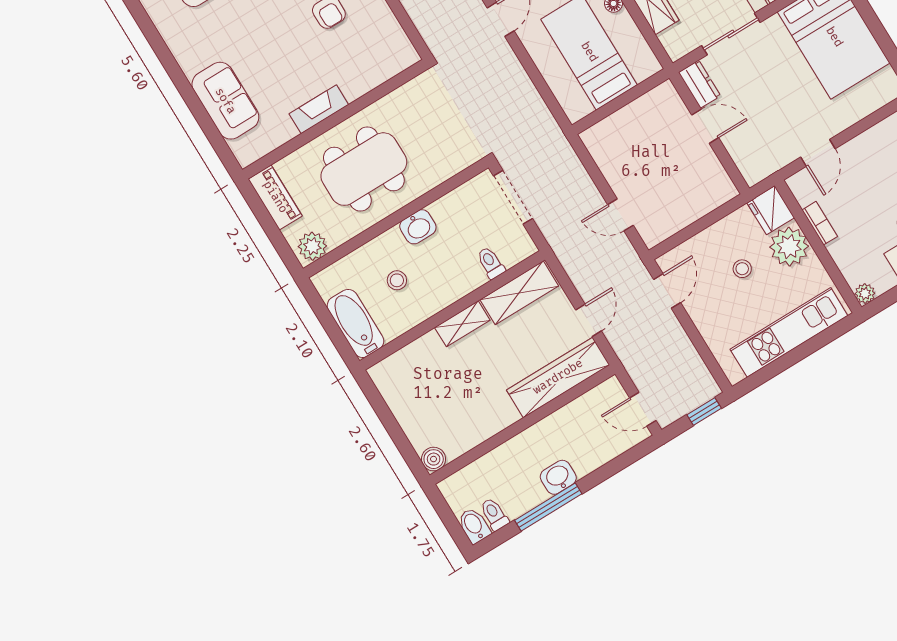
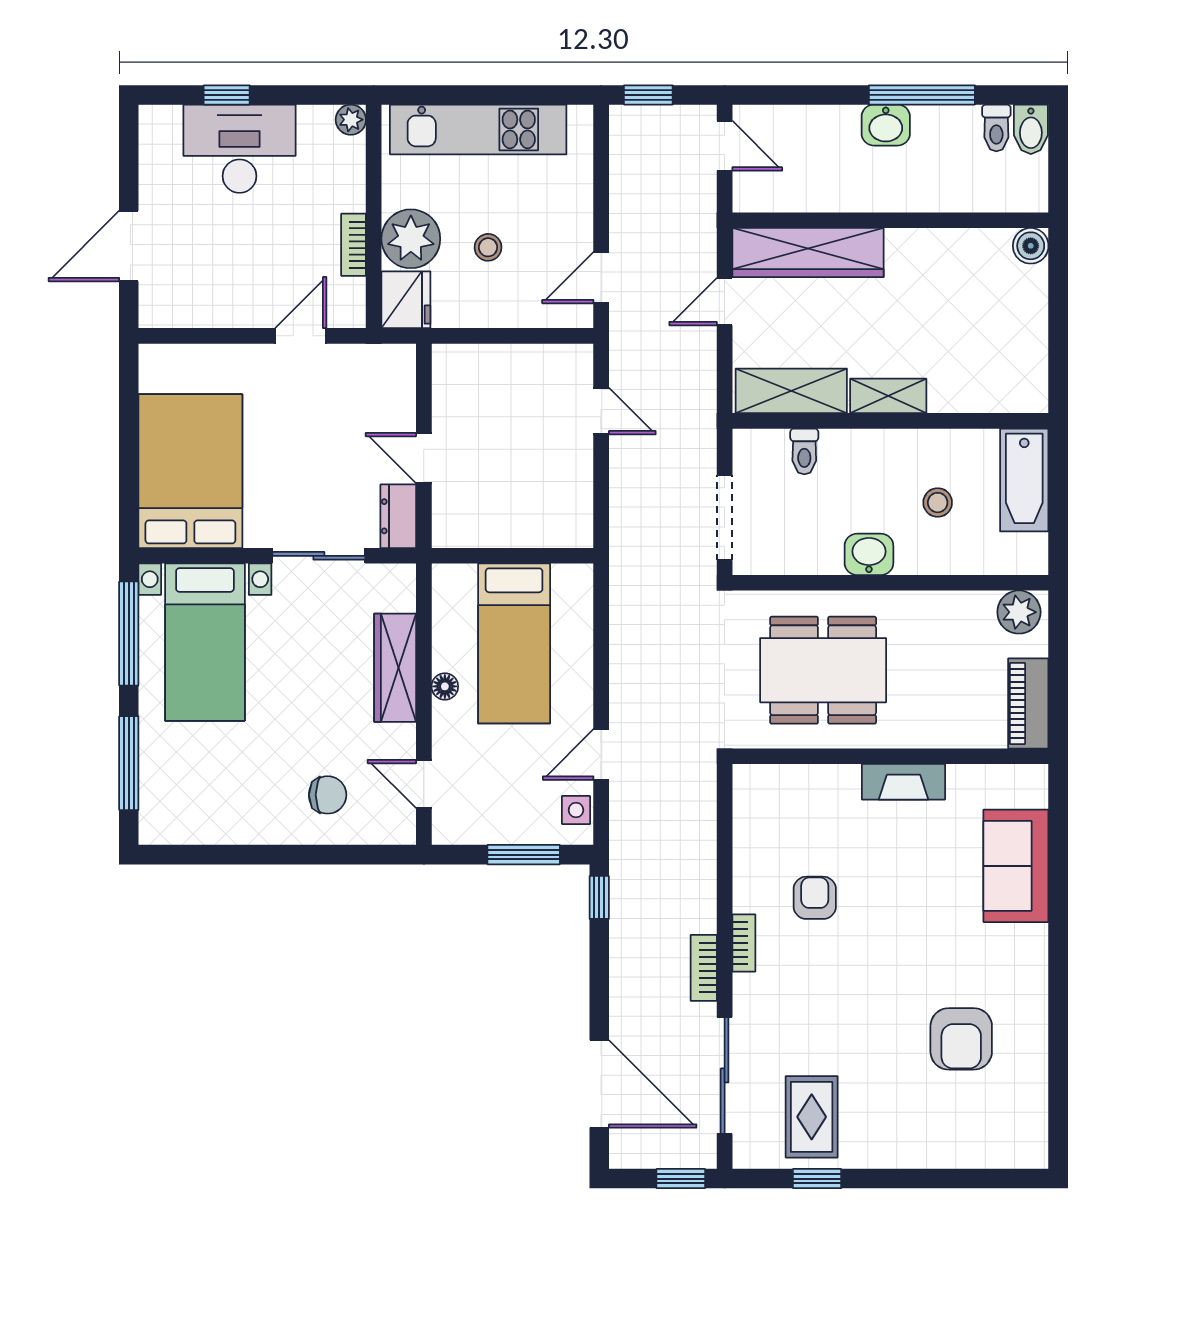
dining table: (364, 169) -> (823, 670), moved

